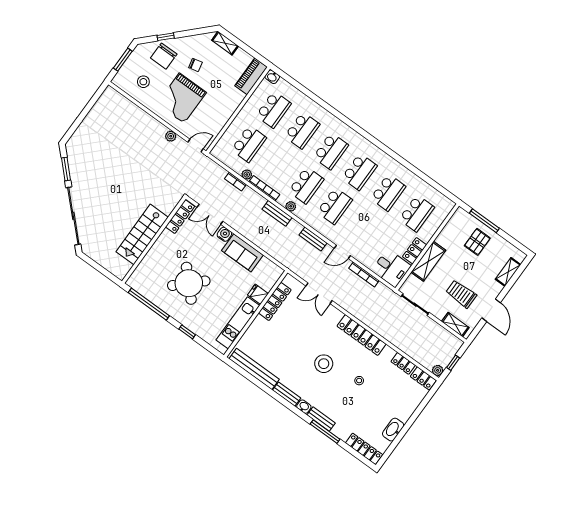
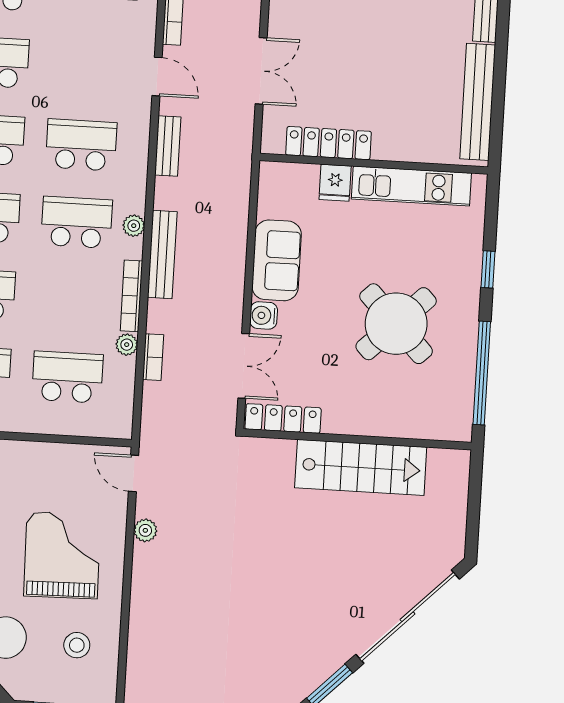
grand piano: (182, 98) -> (62, 555), turned -91
bench: (277, 213) -> (162, 254), width x1.36

